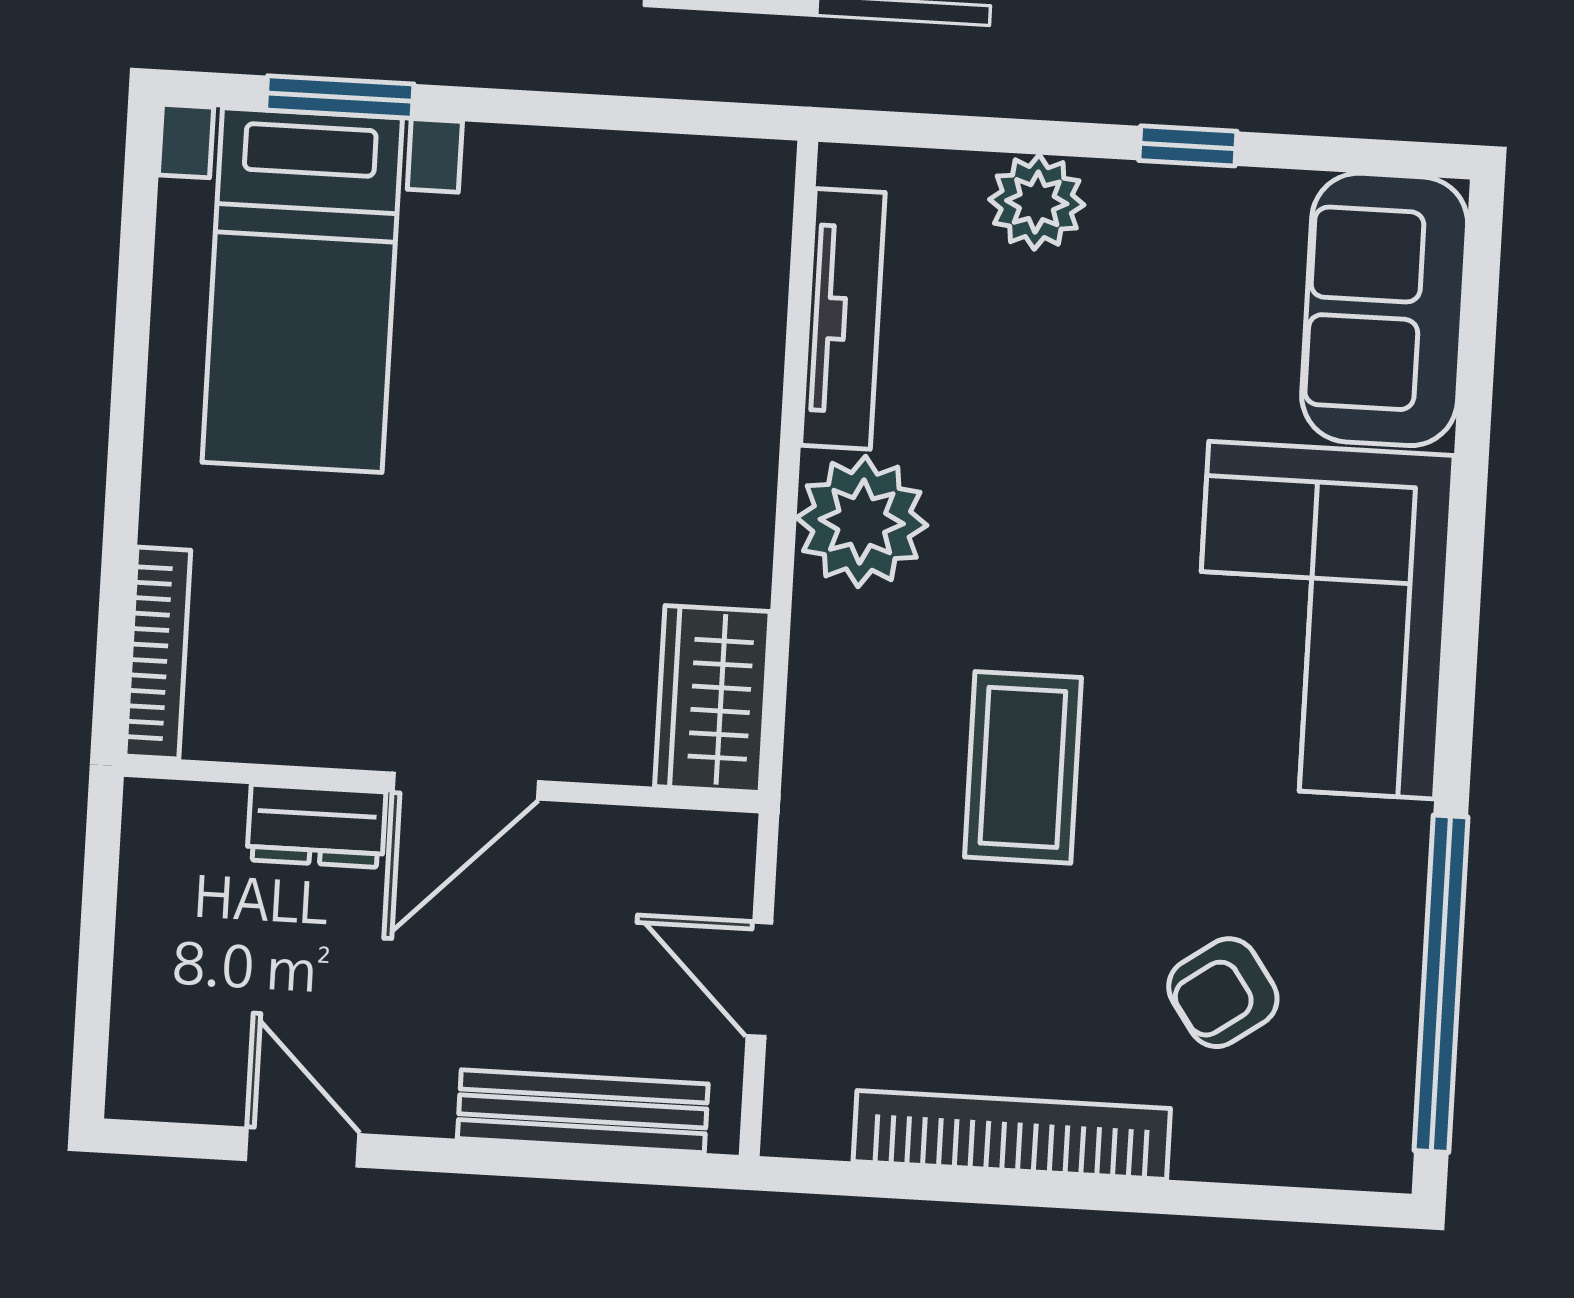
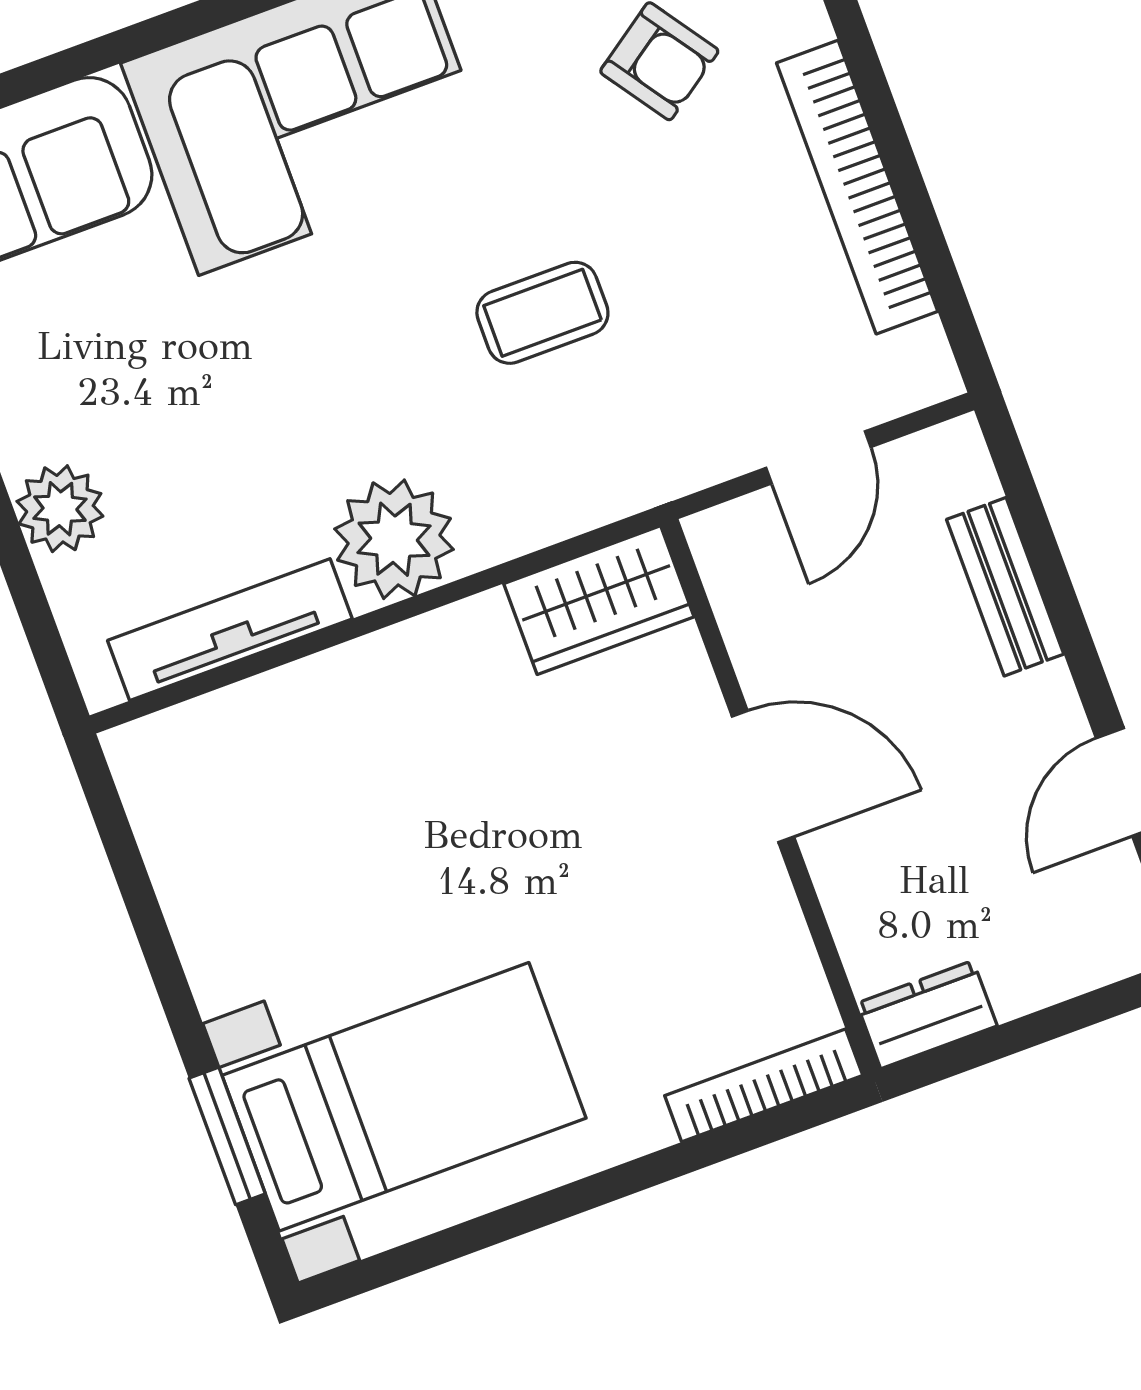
coffee table: (1023, 767) -> (542, 313), width x0.73, depth x0.77
dresser: (316, 826) -> (927, 1015), moved, turned -90
bench: (583, 1111) -> (1005, 587), width x0.73

